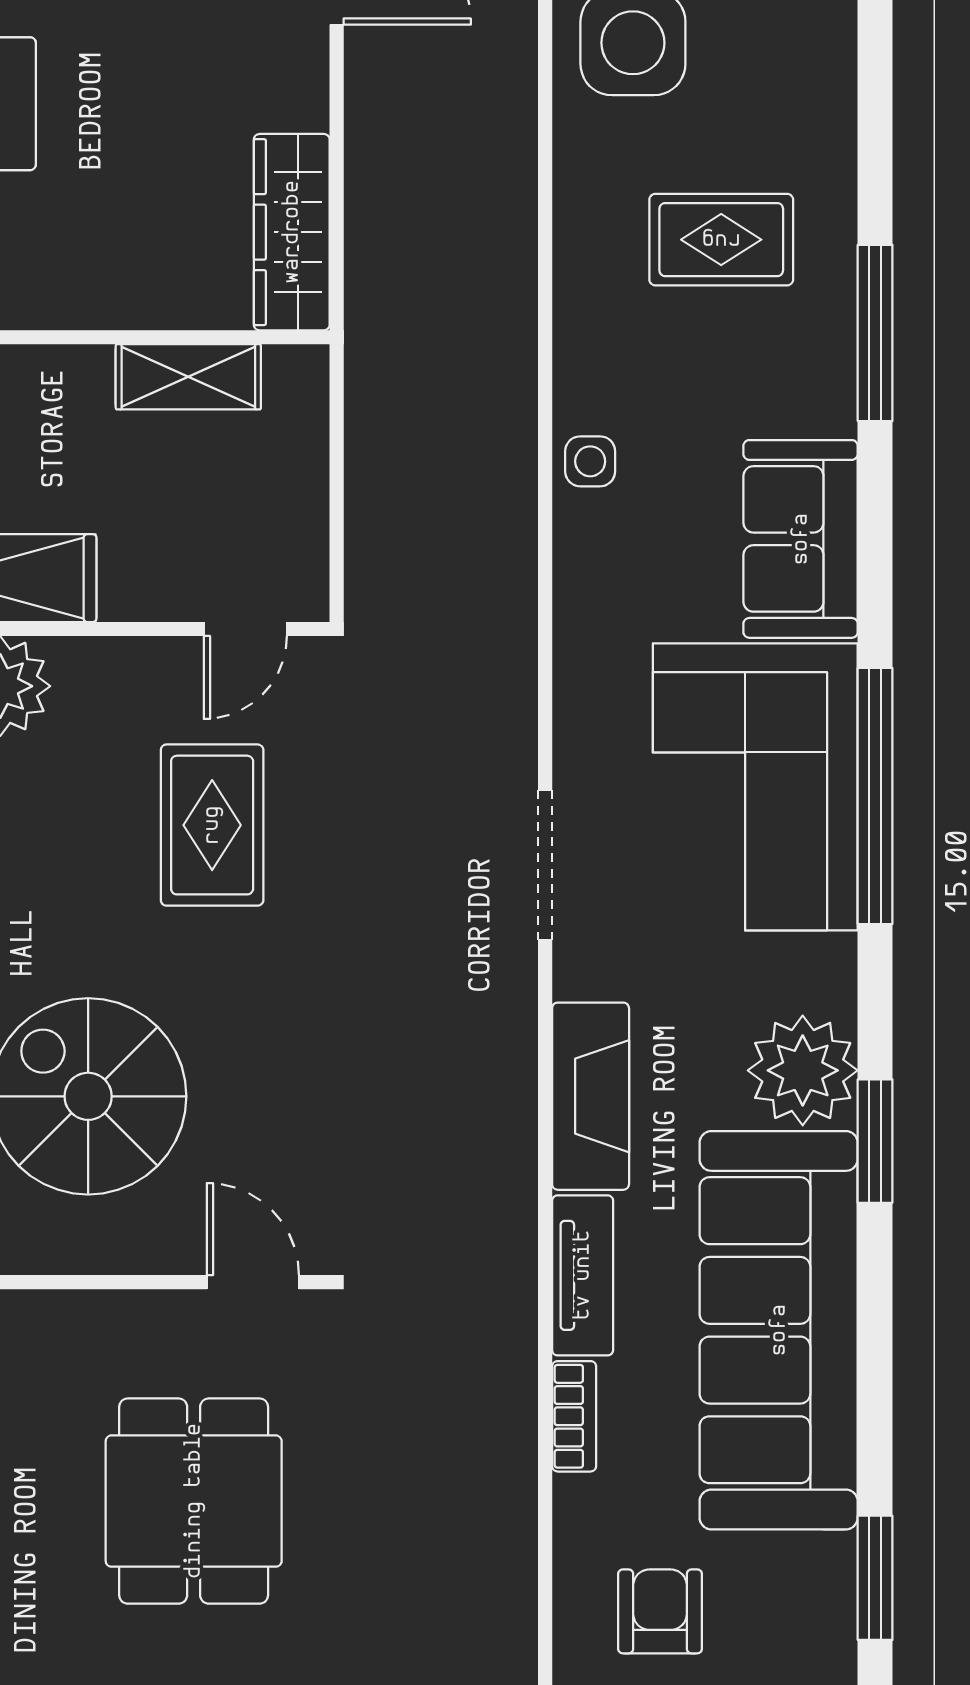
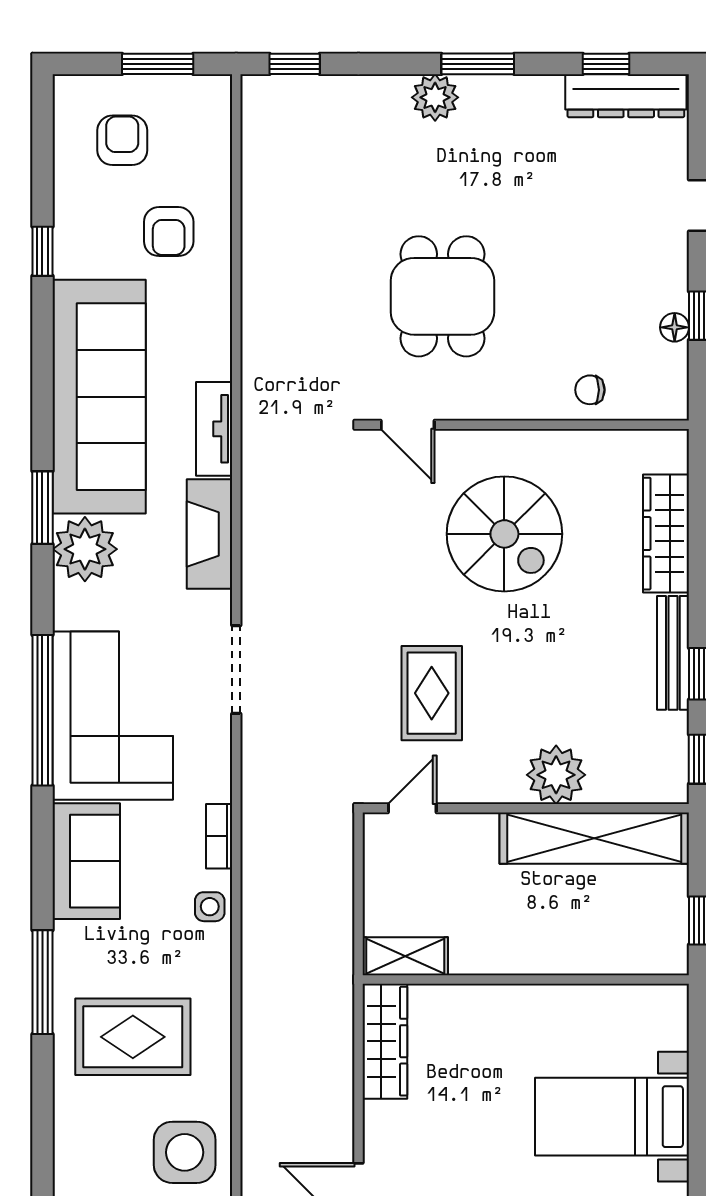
rug: (721, 240) -> (133, 1037), width x1.36, depth x1.43
shelving: (188, 377) -> (405, 956), moved
bookcase: (574, 1416) -> (219, 836), moved
window: (875, 1578) -> (42, 251), width x0.67

